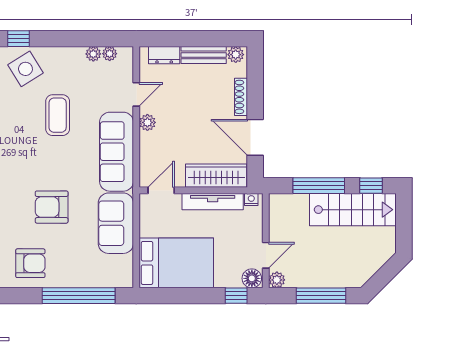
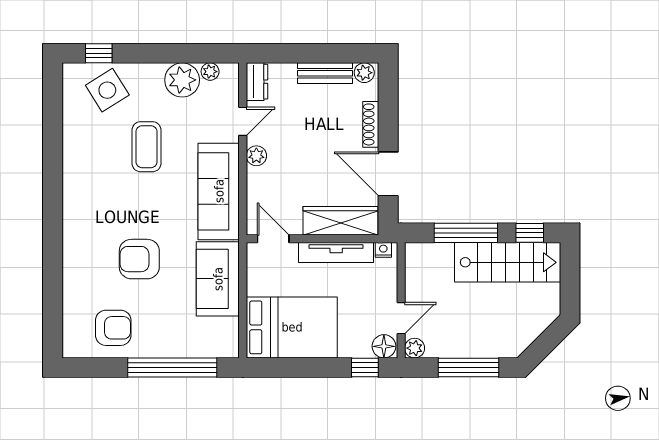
plant: (93, 54) -> (182, 80), width x1.87, depth x1.87
dresser: (164, 55) -> (257, 82), moved, turned -90
door: (161, 190) -> (273, 239), hinge flipped

